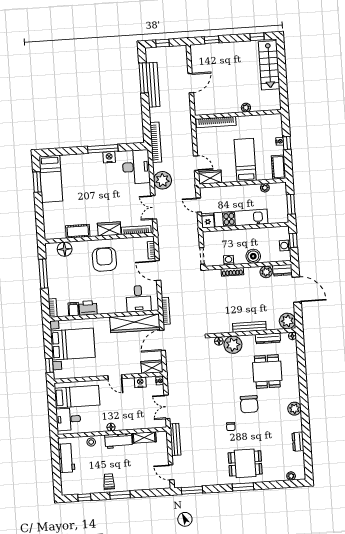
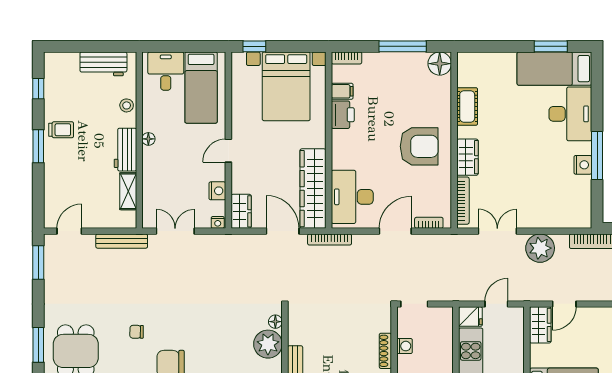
desk: (136, 167) -> (570, 114), moved, turned -90
floor lamp: (65, 249) -> (440, 64), moved
desk: (138, 299) -> (352, 197), width x1.37

